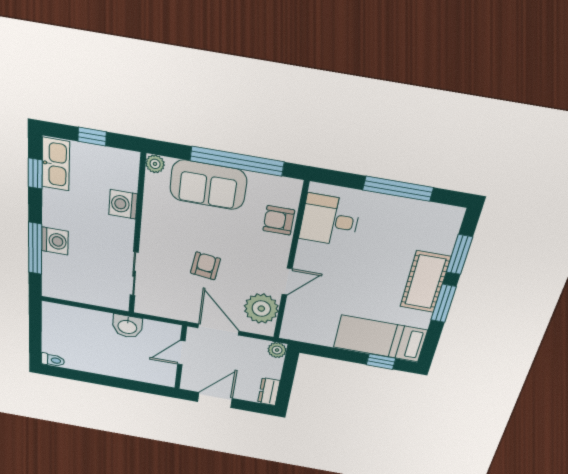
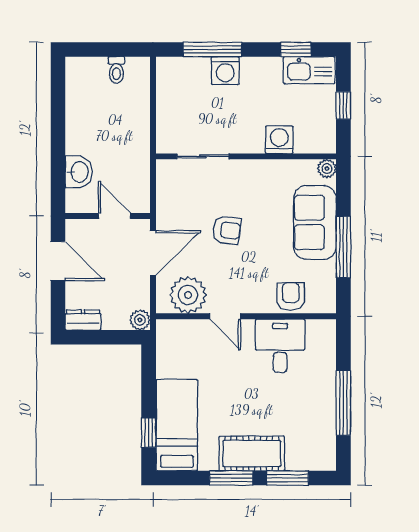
window: (237, 161) -> (343, 247), width x0.68
desk: (330, 220) -> (280, 346), moved
washbasin: (127, 326) -> (79, 172), moved, turned 180
toilet: (53, 360) -> (116, 70), moved

